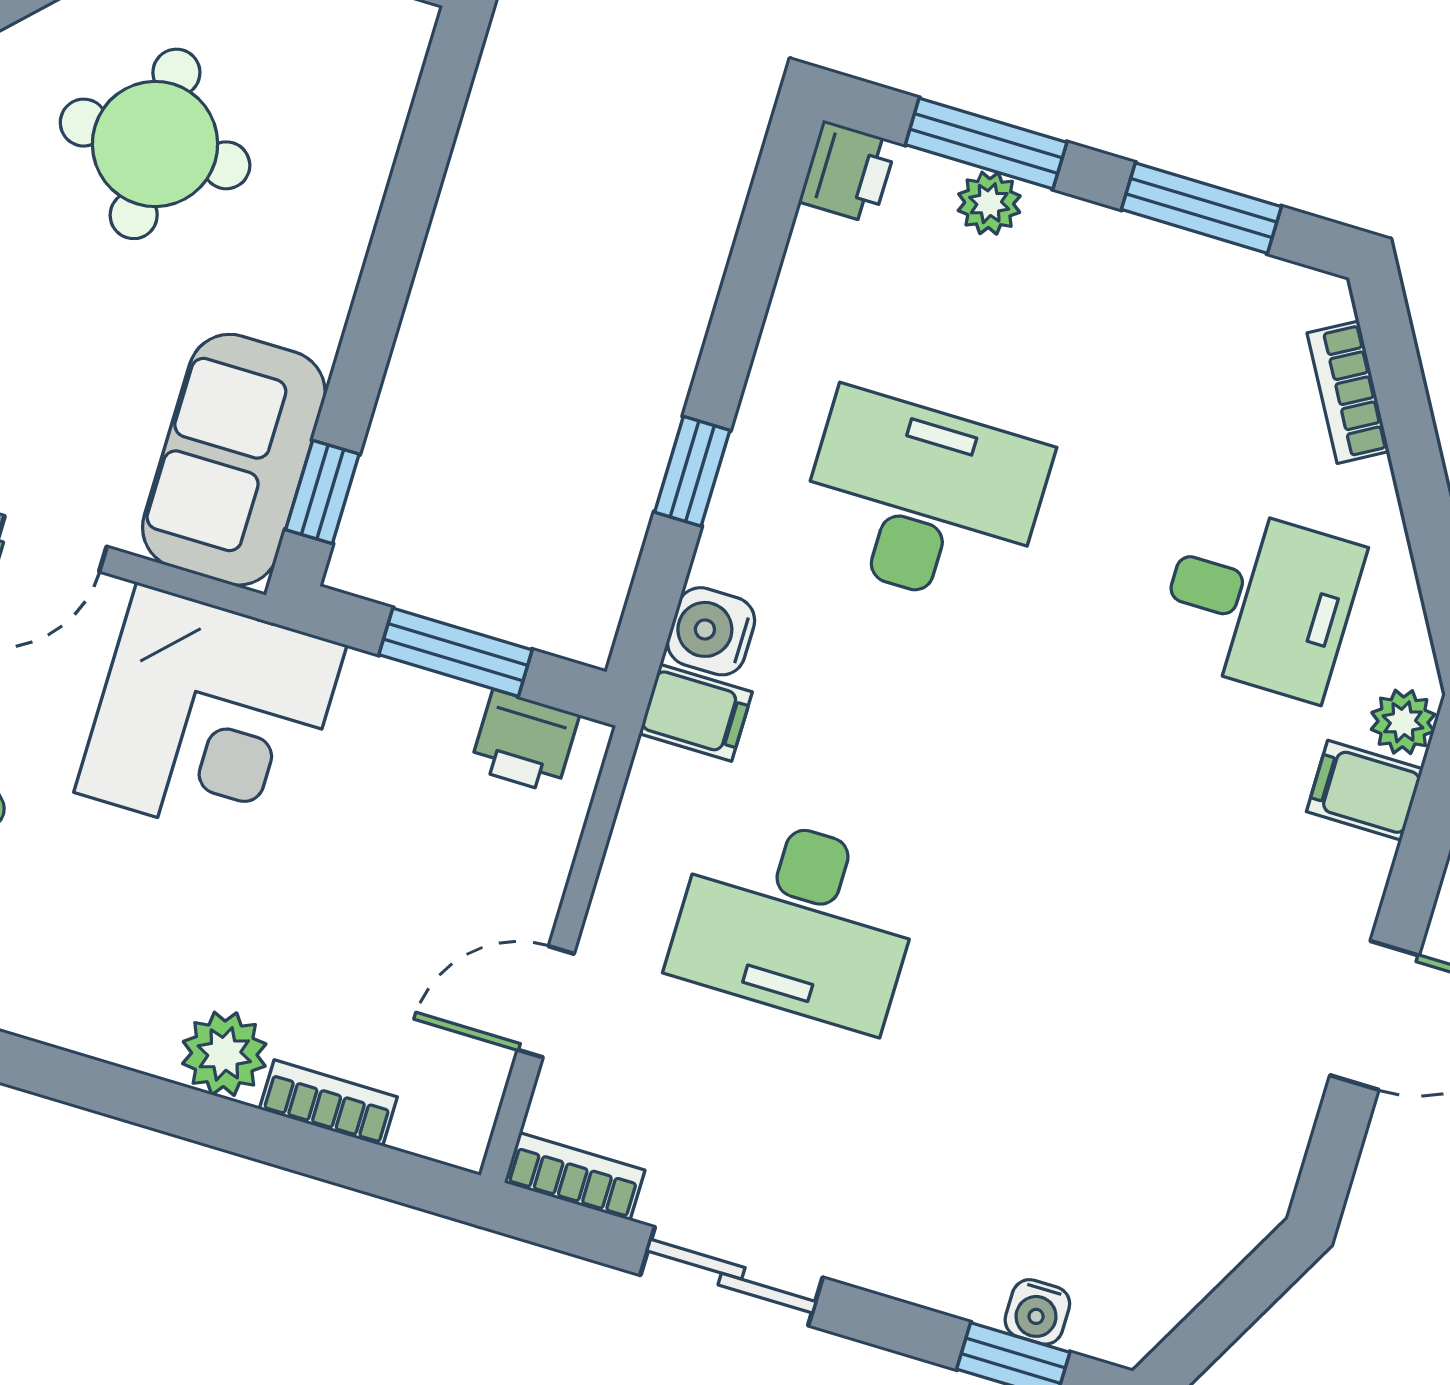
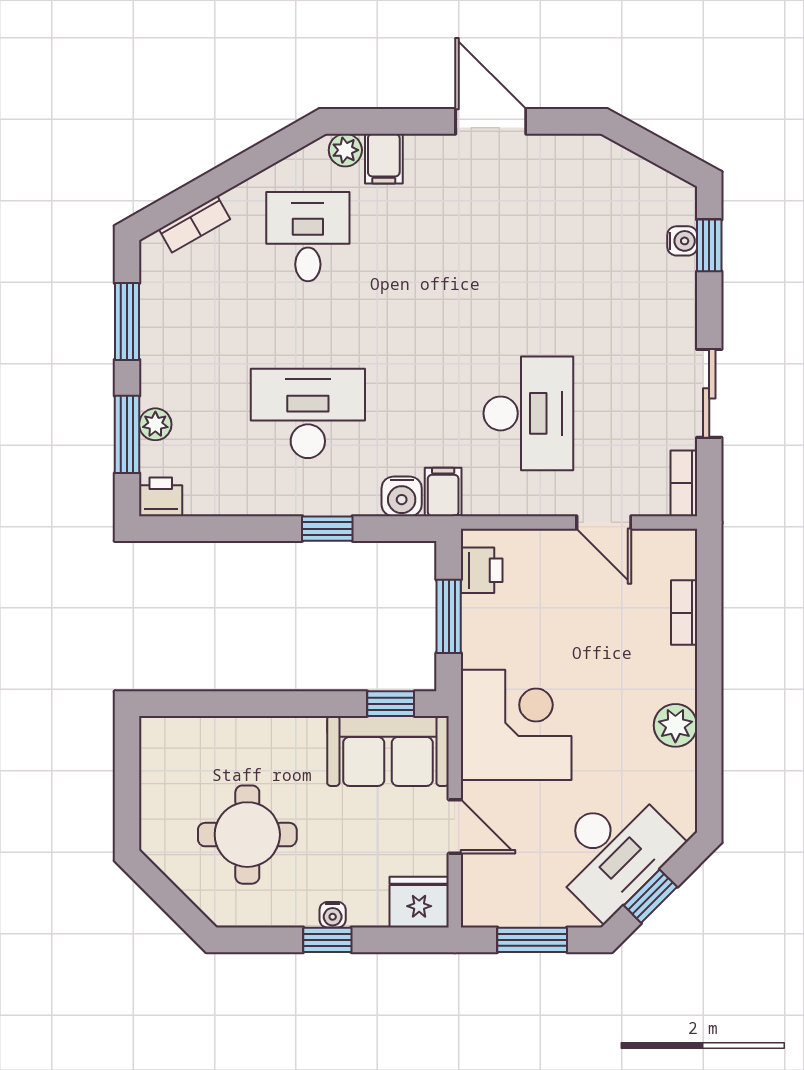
desk: (923, 500) -> (308, 413), turned 90
plant: (224, 1054) -> (675, 725), moved

